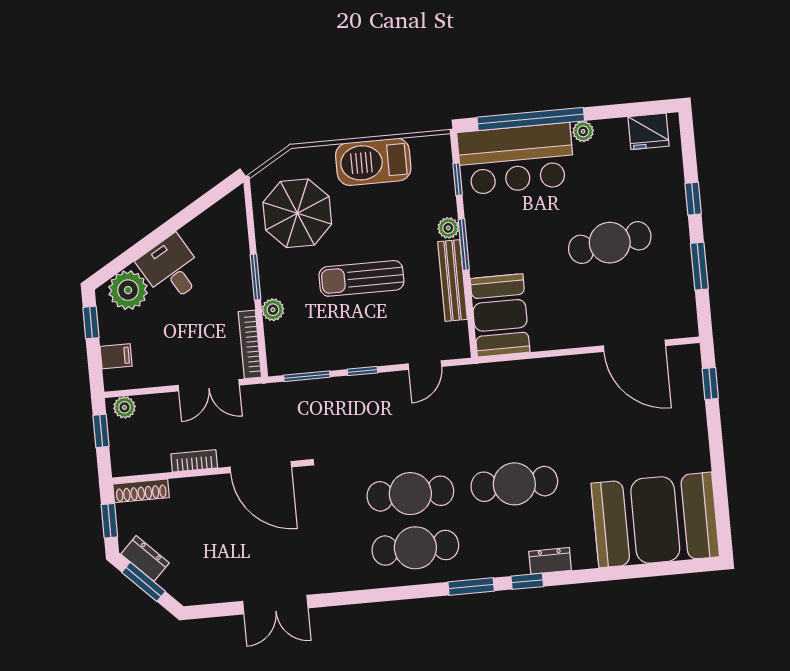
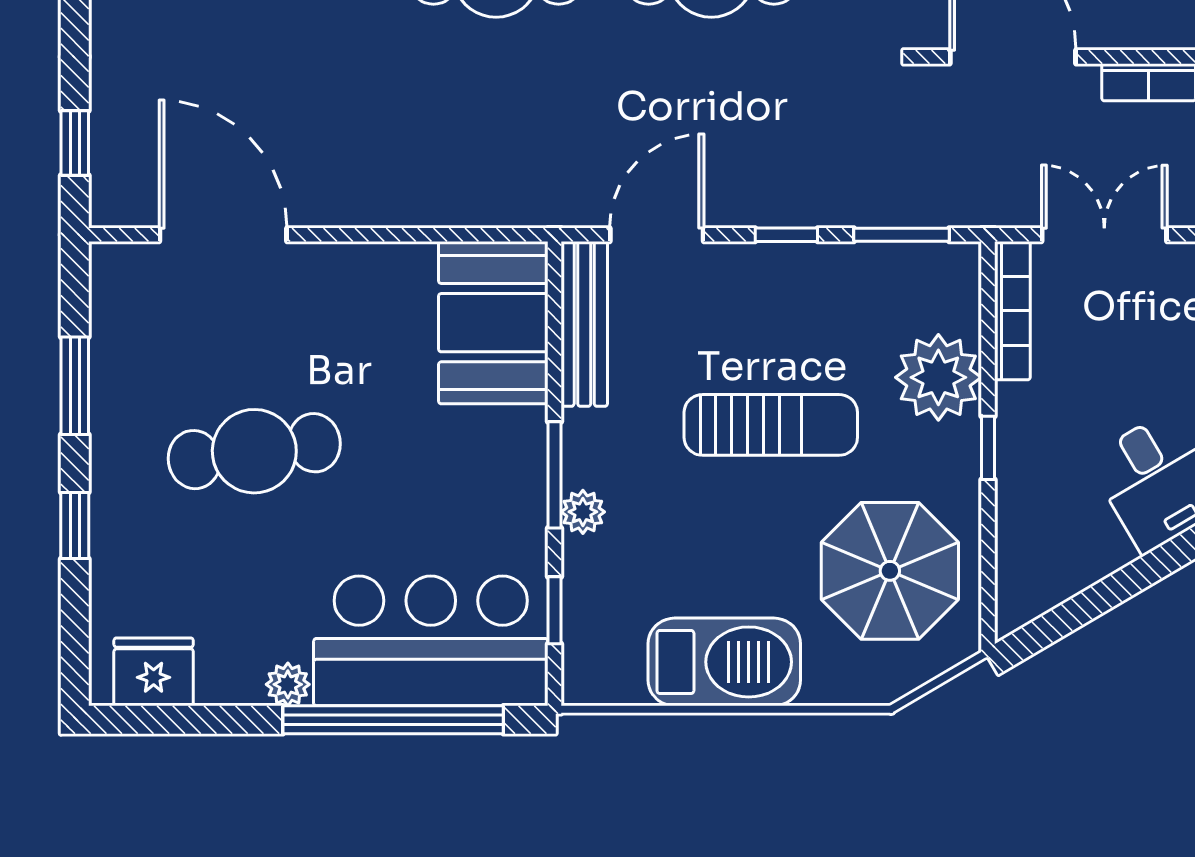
window: (255, 277) -> (988, 448), width x0.67
bench: (452, 281) -> (584, 324), moved
plant: (273, 310) -> (938, 377), width x1.88, depth x1.88
door: (425, 365) -> (657, 235), width x1.38

